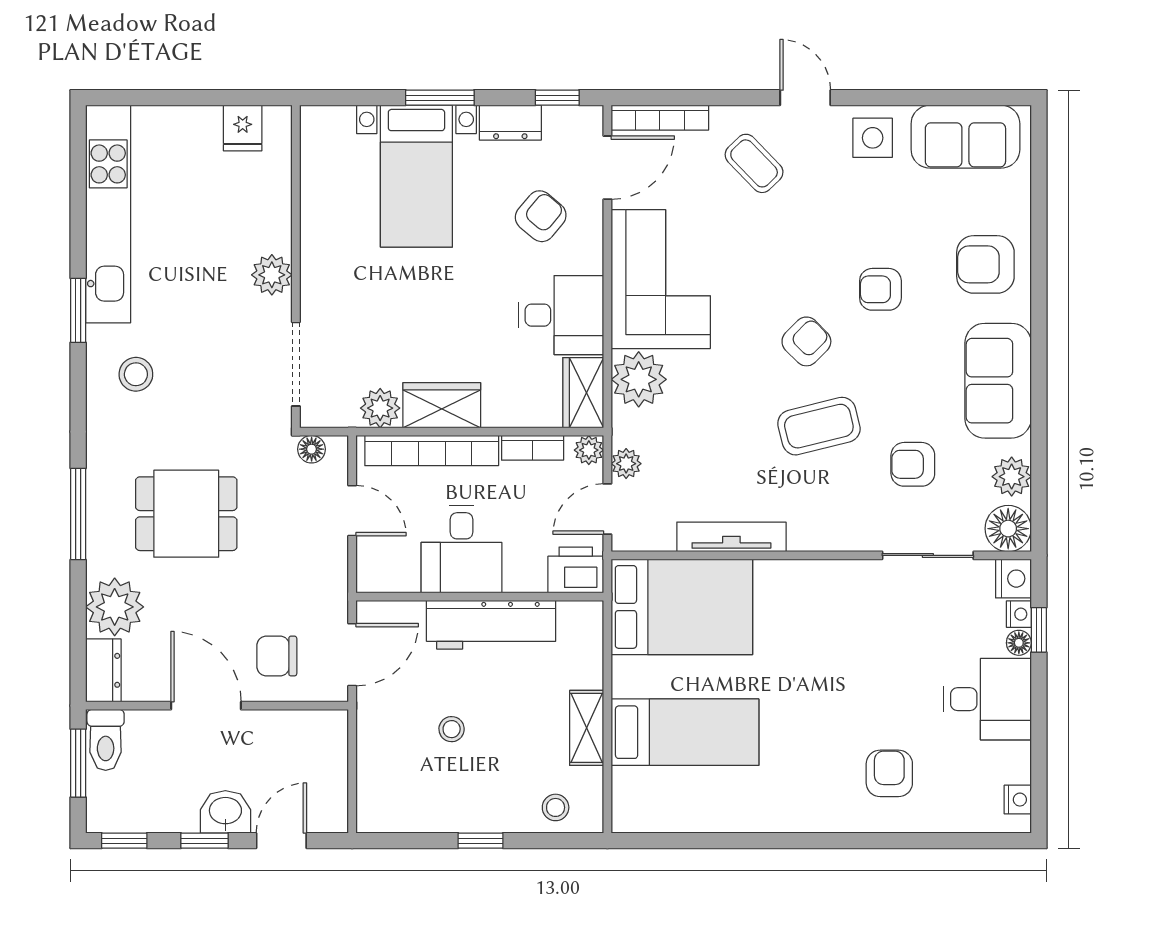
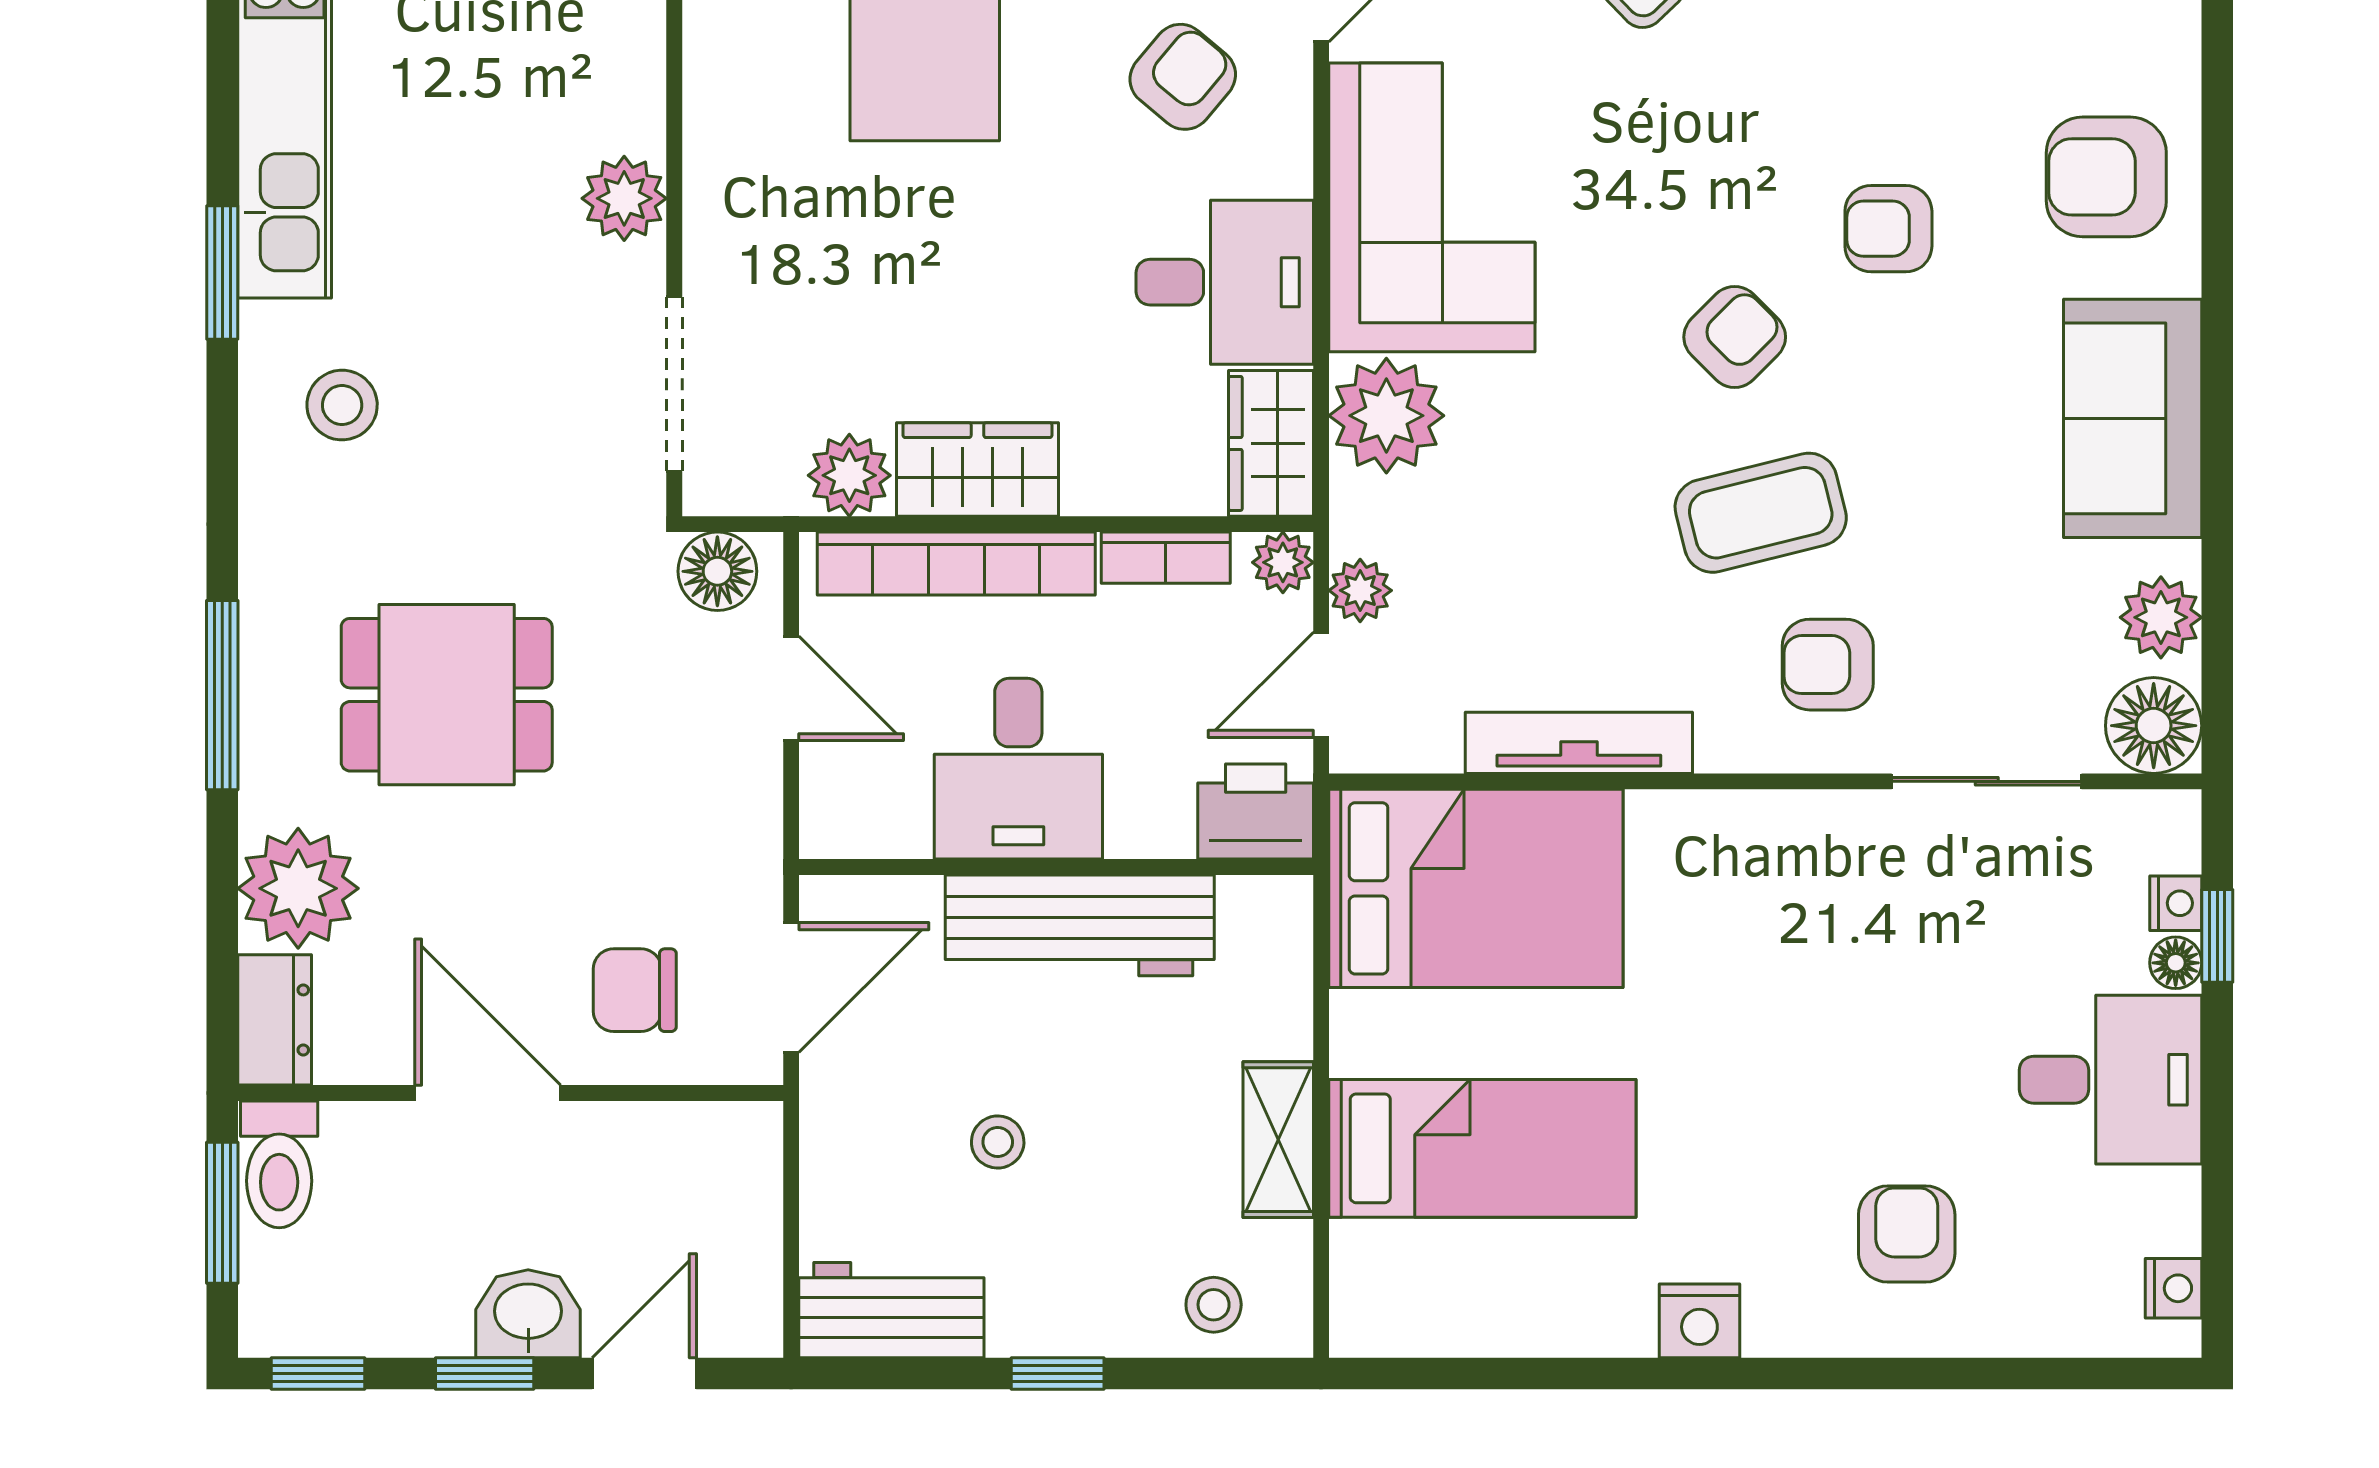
floor lamp: (312, 449) -> (717, 571), width x1.37, depth x1.37
armchair: (913, 464) -> (1828, 665), moved
nightstand: (1013, 579) -> (1699, 1321), moved, turned 90
workbench: (400, 810) -> (891, 1310), added

